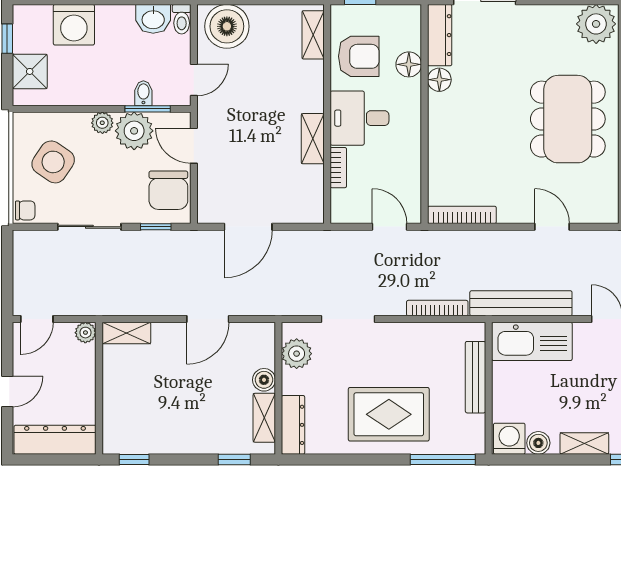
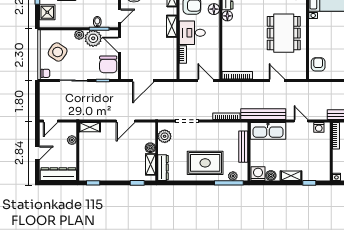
shelving: (313, 139) -> (172, 26), moved
plant: (85, 333) -> (72, 140), moved
plant: (452, 444) -> (233, 176), added

